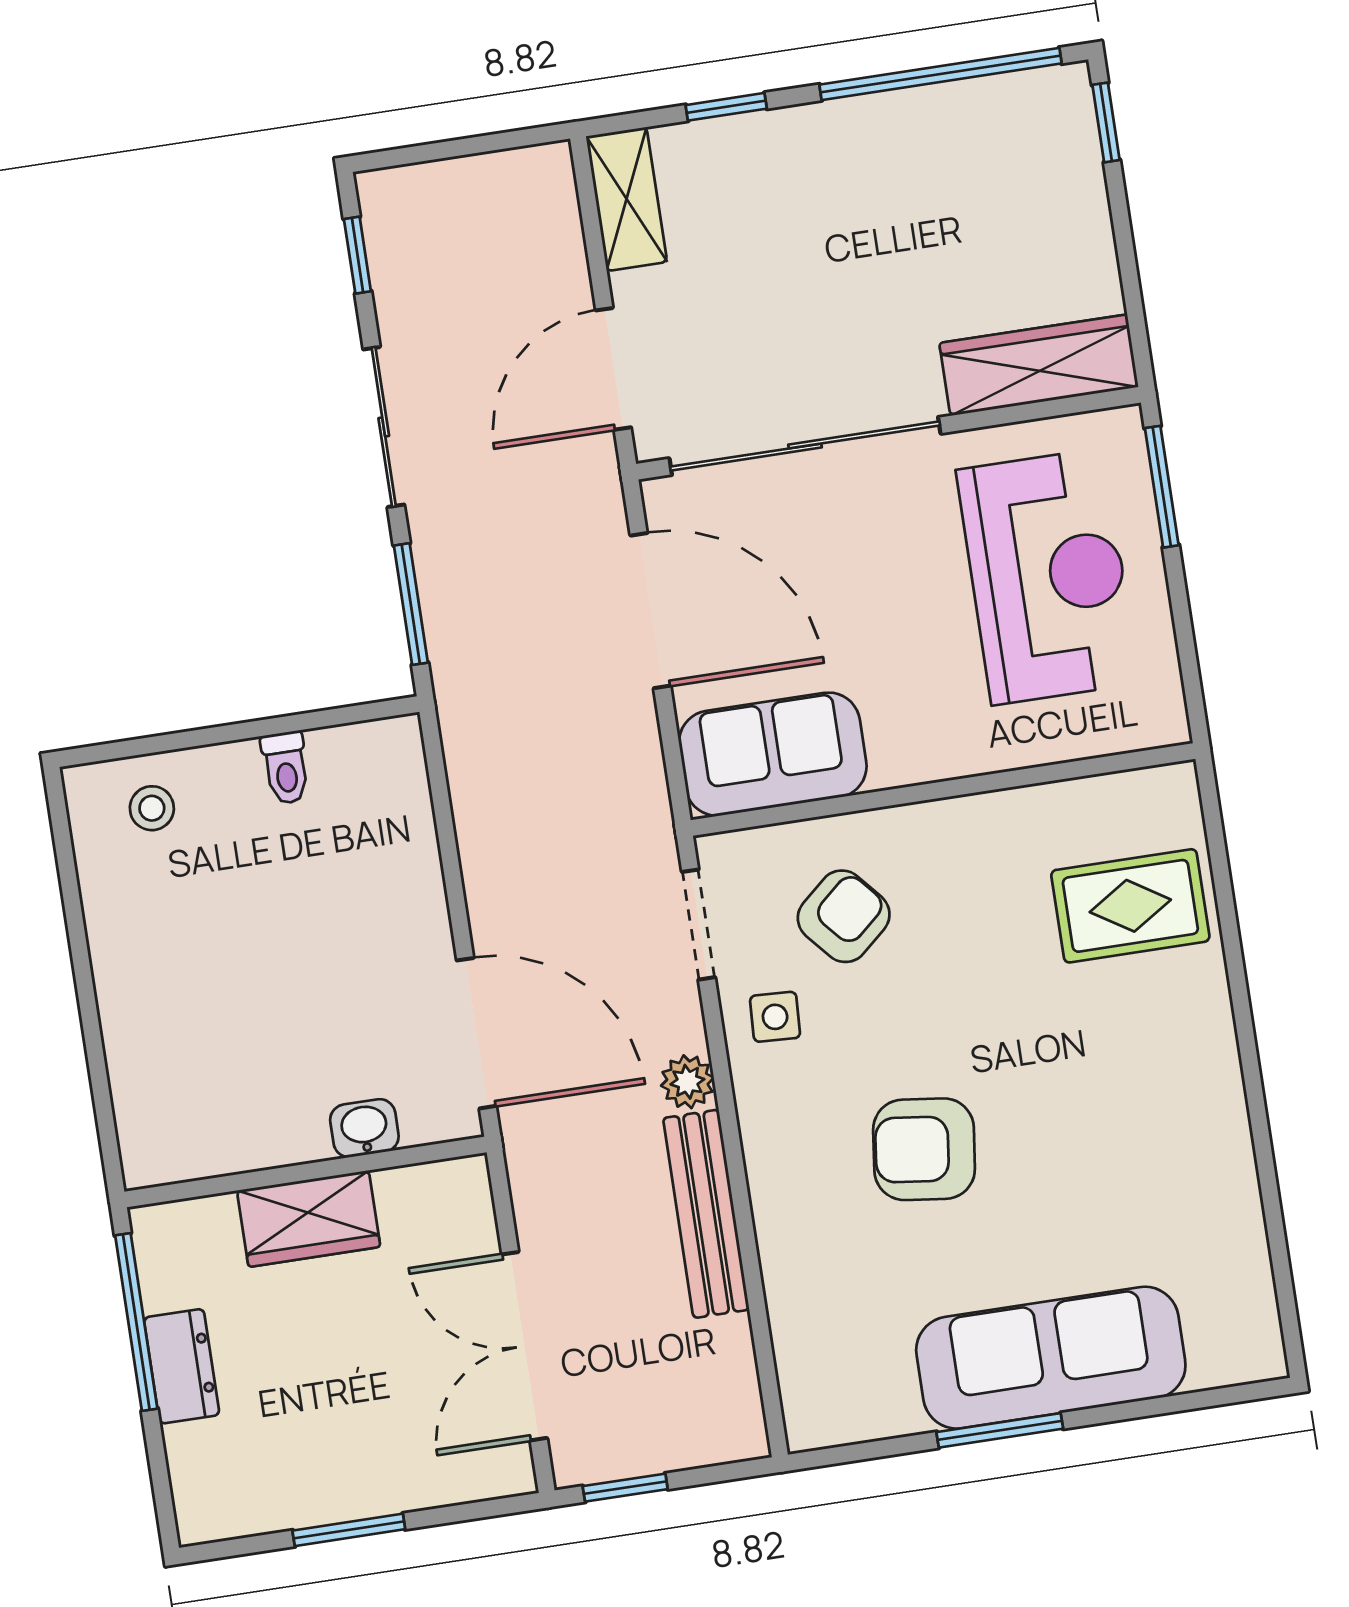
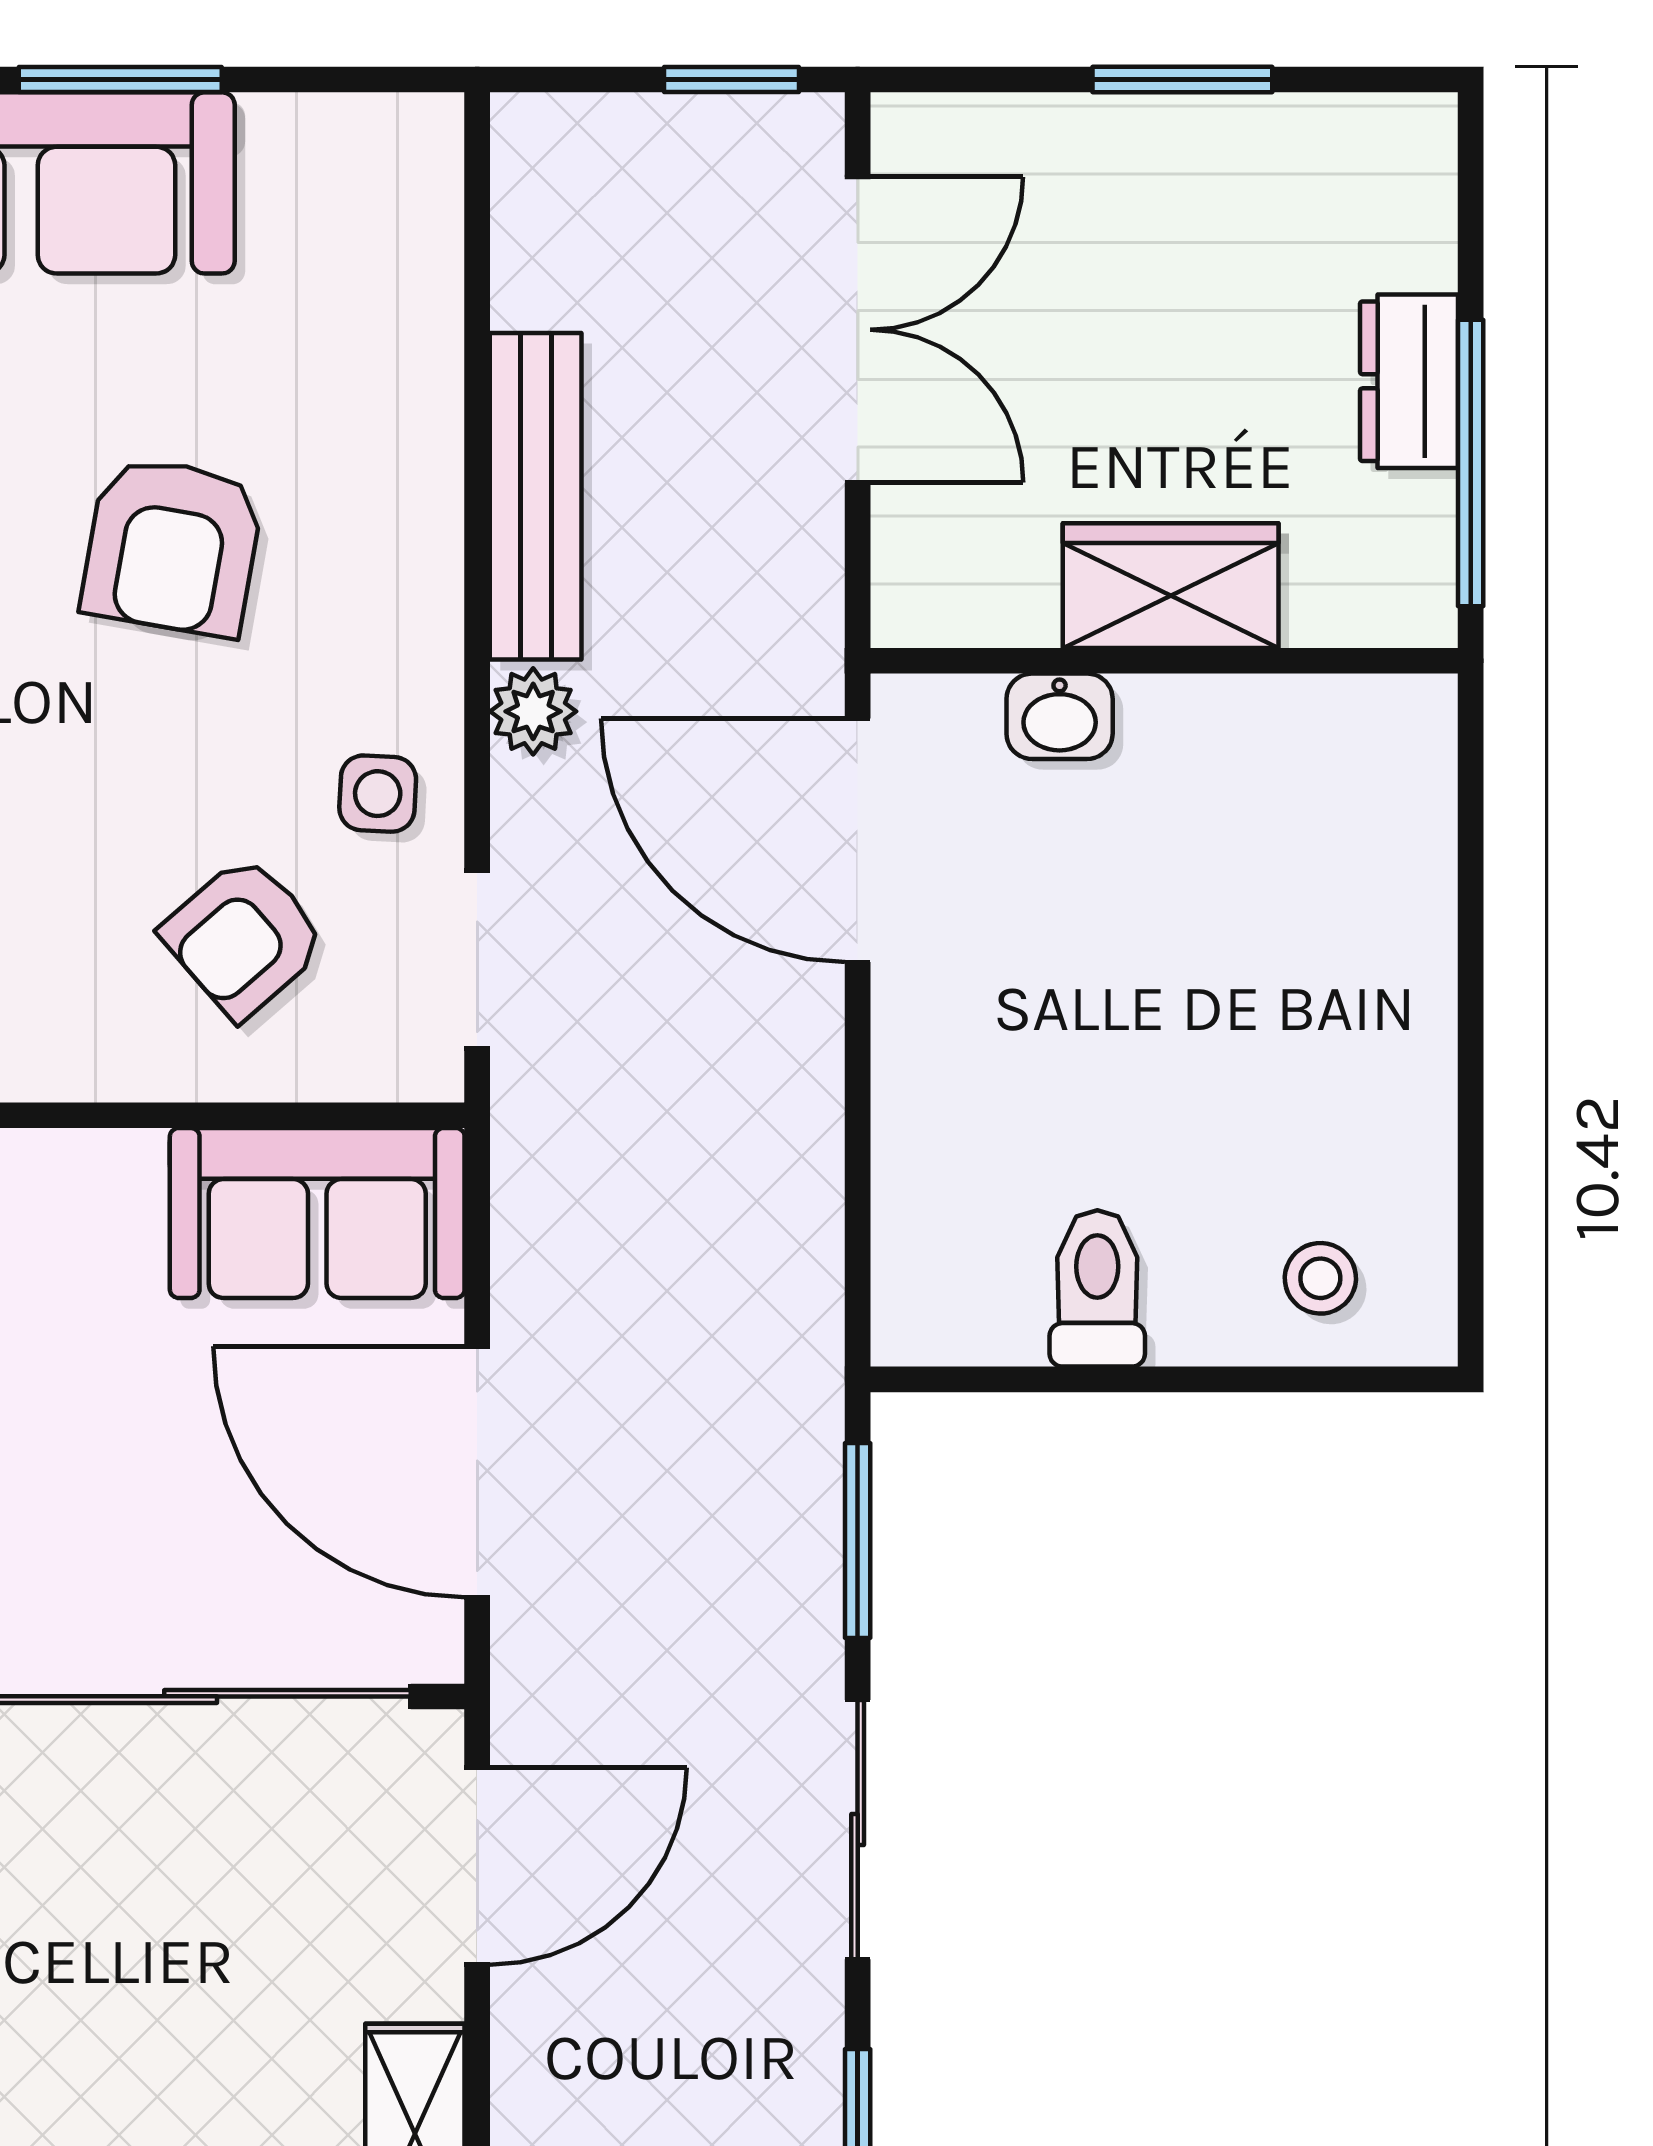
toilet: (286, 768) -> (1097, 1288), width x1.37, depth x1.39
armchair: (924, 1149) -> (172, 546), turned 93

